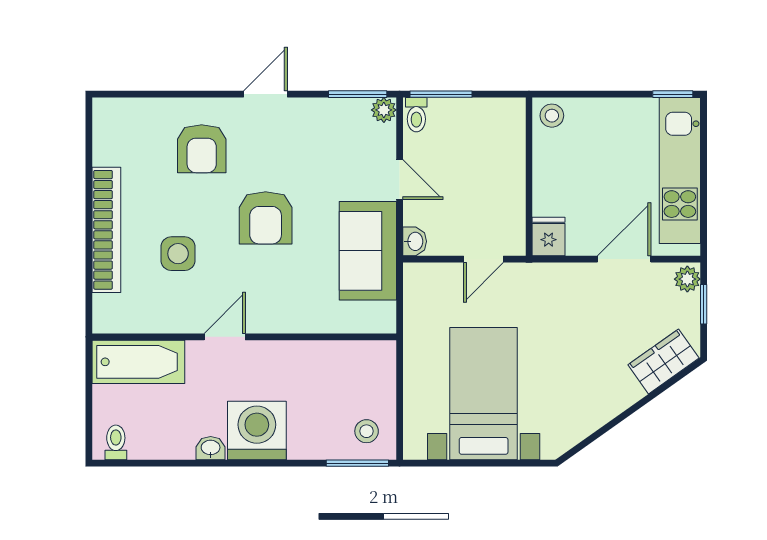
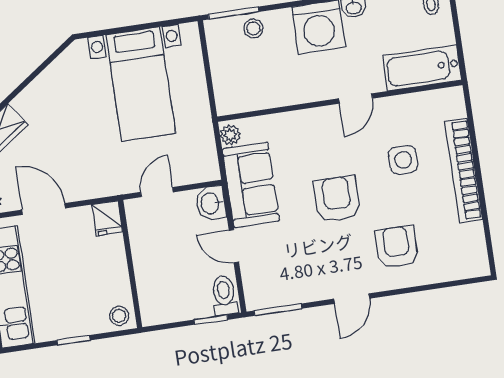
window: (441, 94) -> (211, 320), width x0.67
window: (673, 94) -> (73, 340), moved
plant: (384, 110) -> (230, 135), moved
toilet: (416, 115) -> (224, 295), width x1.37, depth x1.39
washbasin: (415, 241) -> (211, 203), width x1.38, depth x1.45
door: (624, 259) -> (44, 209), swing flipped
stool: (367, 431) -> (253, 29), moved

